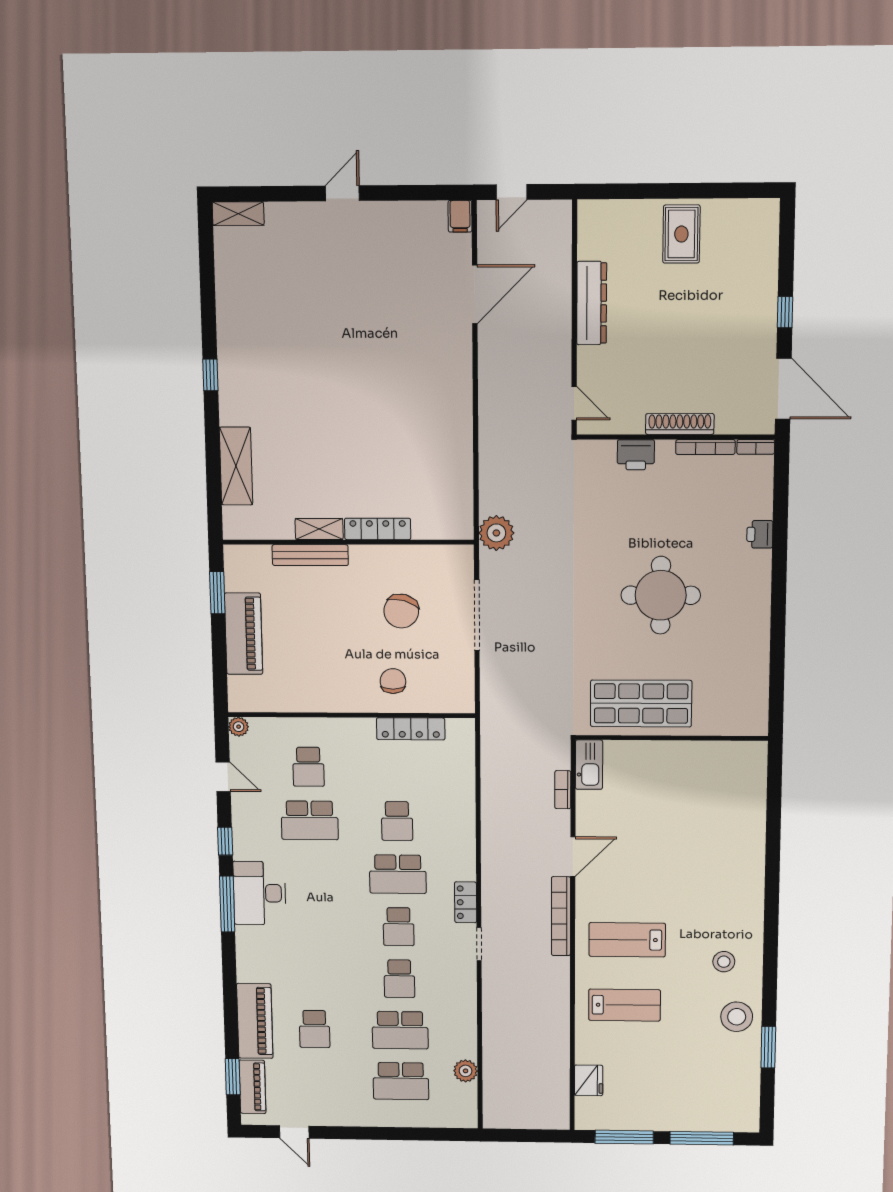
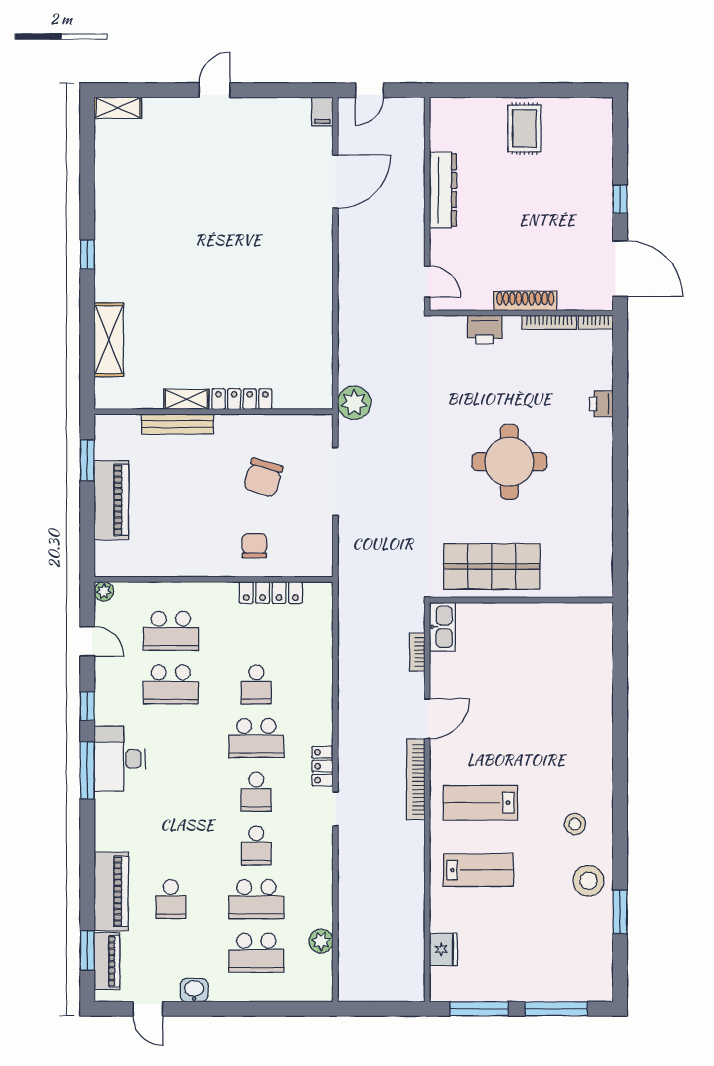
school desk: (308, 767) -> (171, 631), width x1.85
washbasin: (340, 1115) -> (194, 990), added

